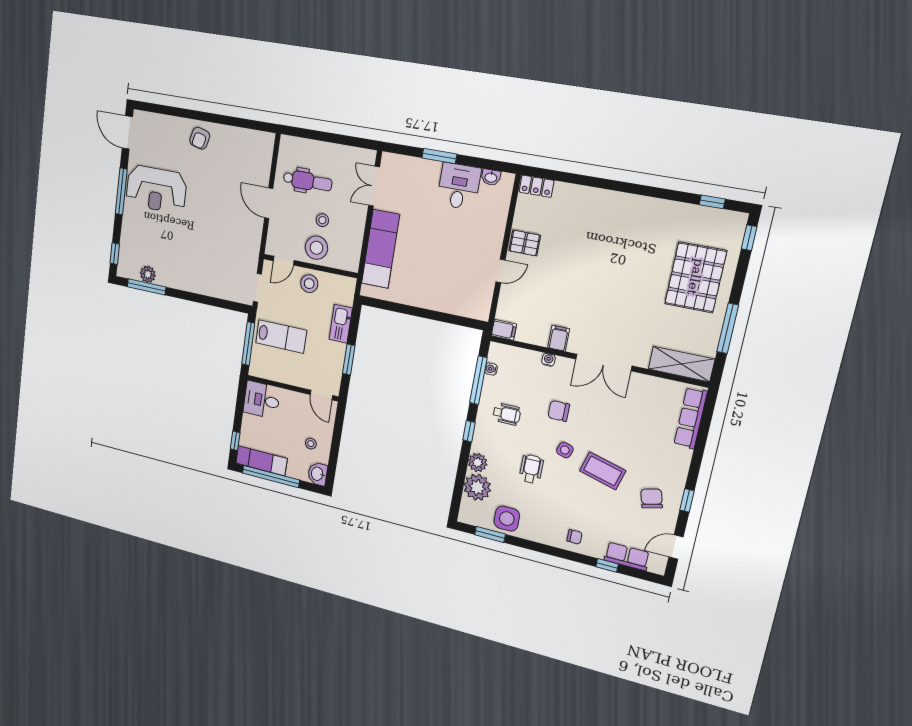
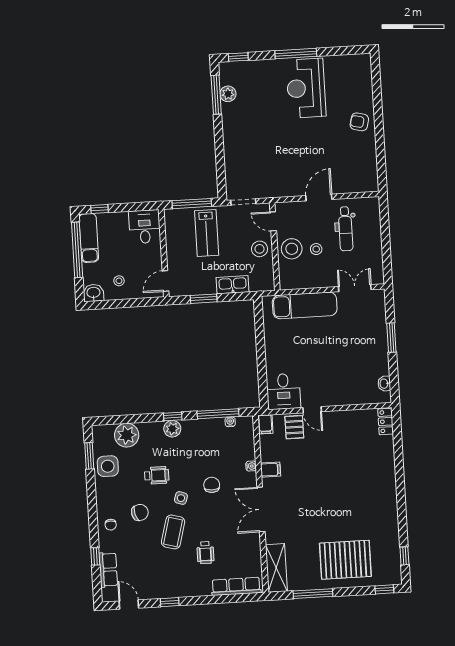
door: (127, 132) -> (349, 50), removed
desk: (459, 186) -> (283, 391), moved, turned 90
pallet: (525, 243) -> (294, 427), moved
wheelchair: (507, 414) -> (205, 553), moved
plant: (478, 463) -> (172, 429), moved
chair: (652, 498) -> (140, 512), moved

